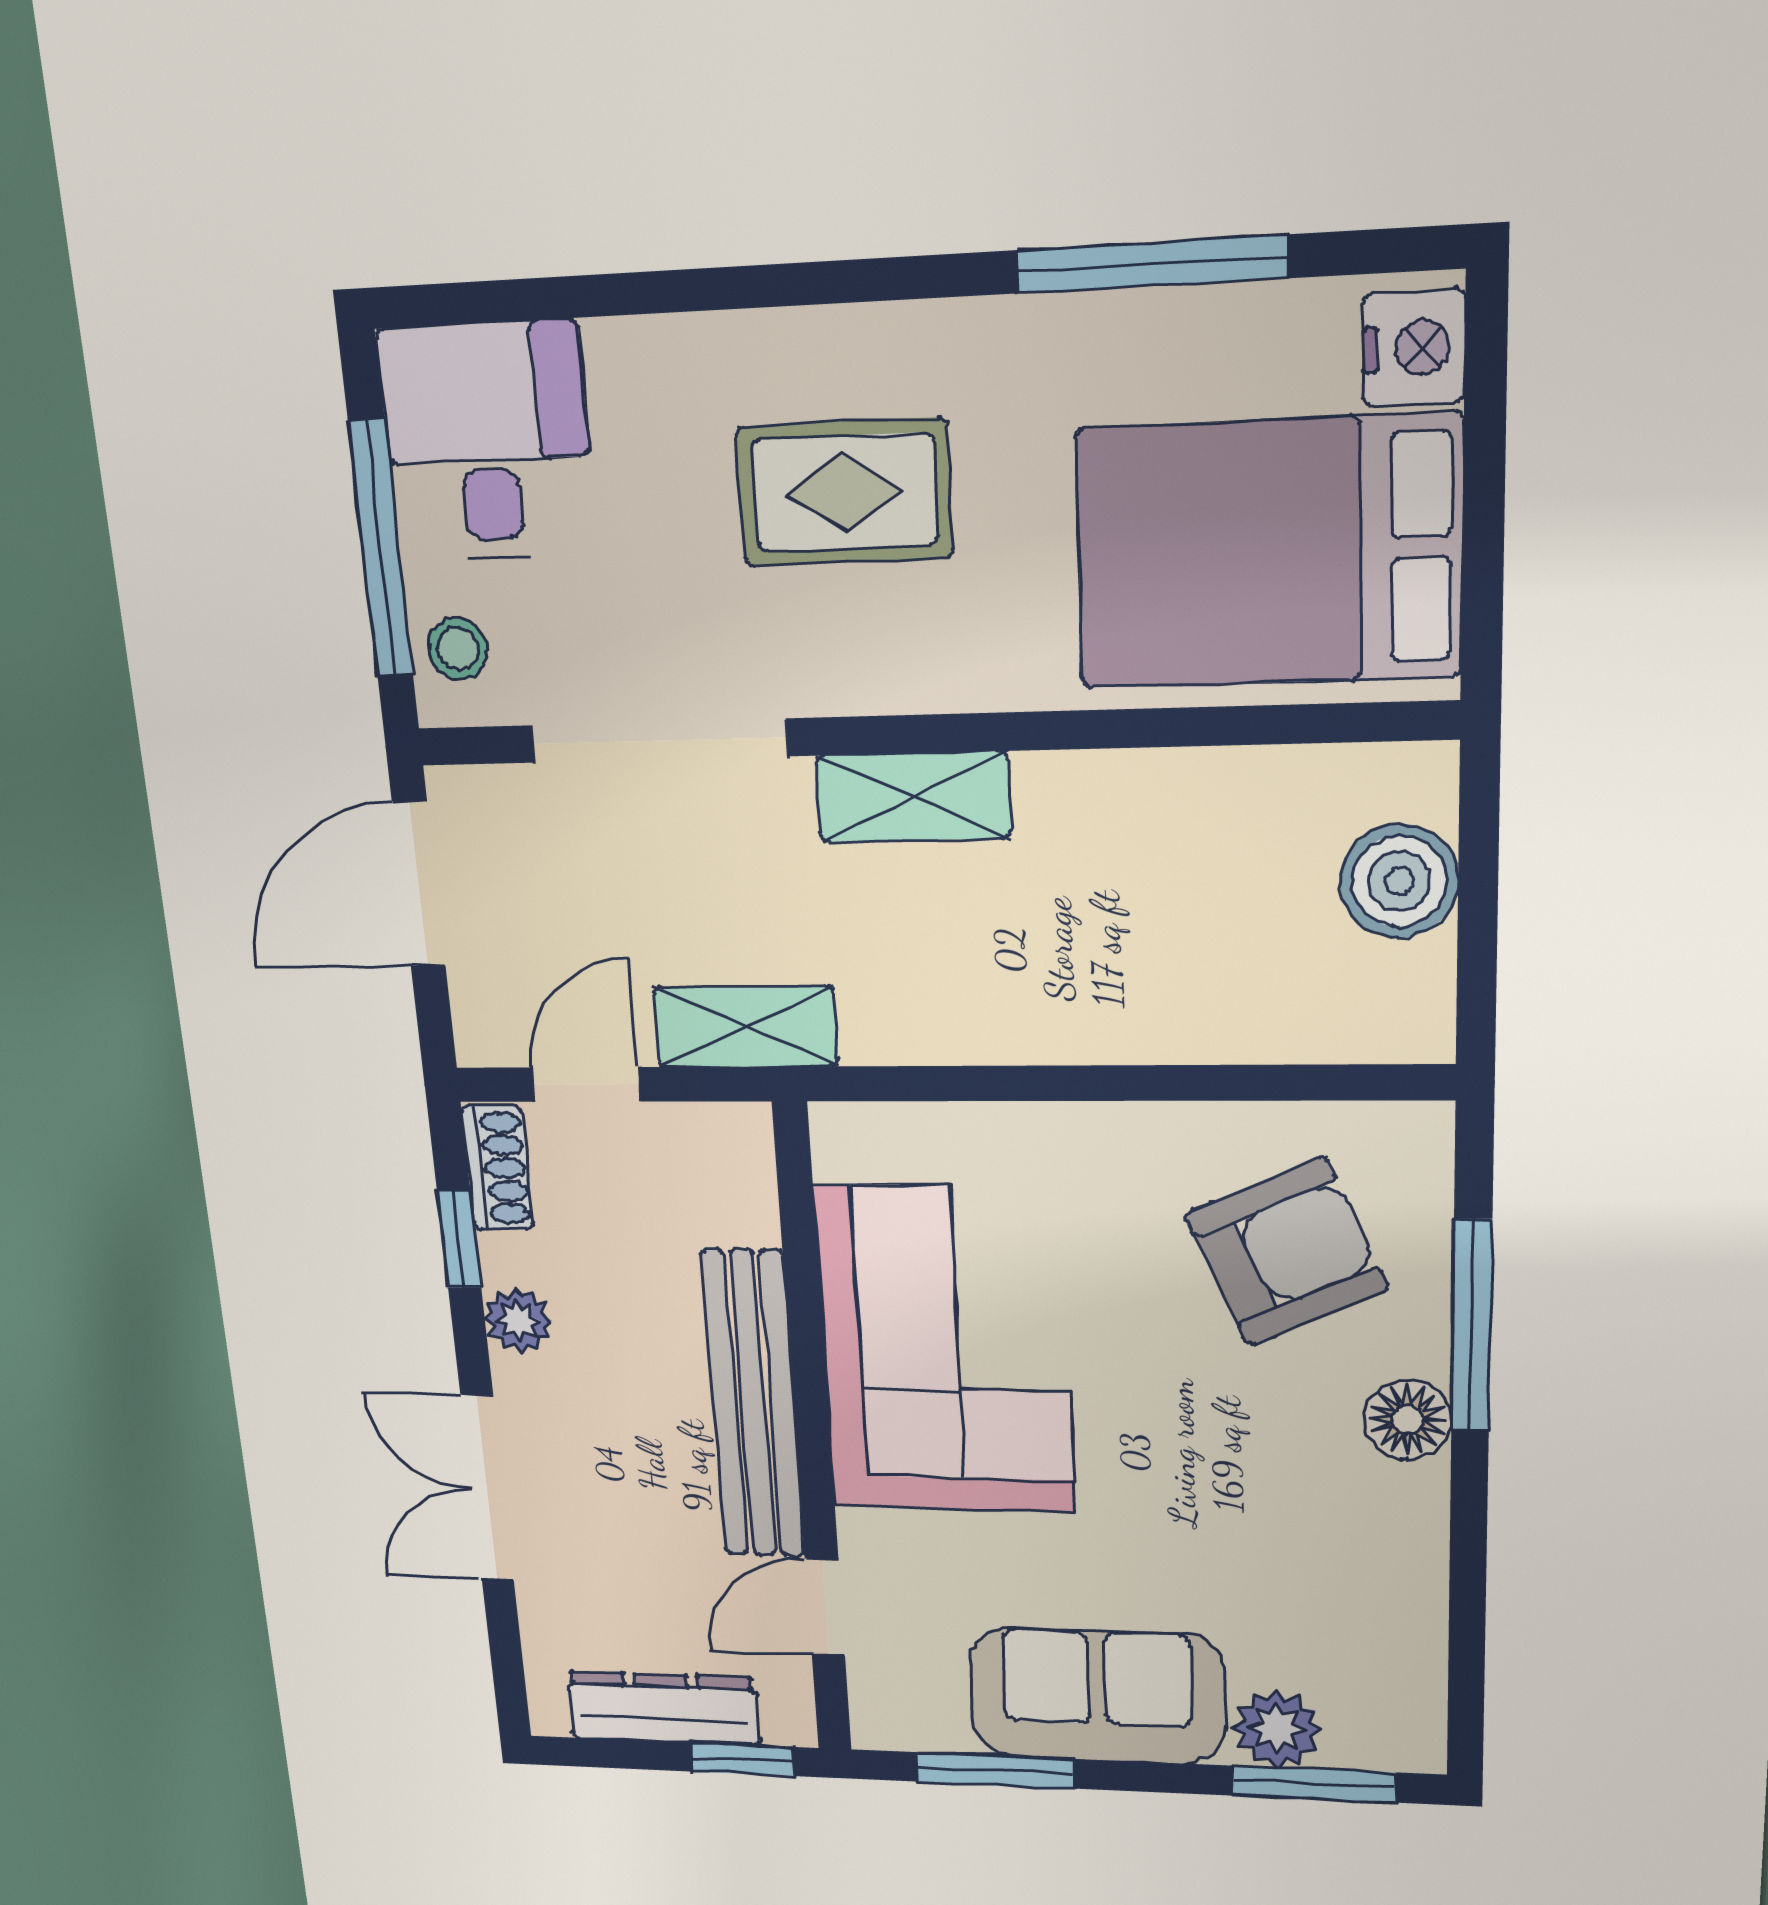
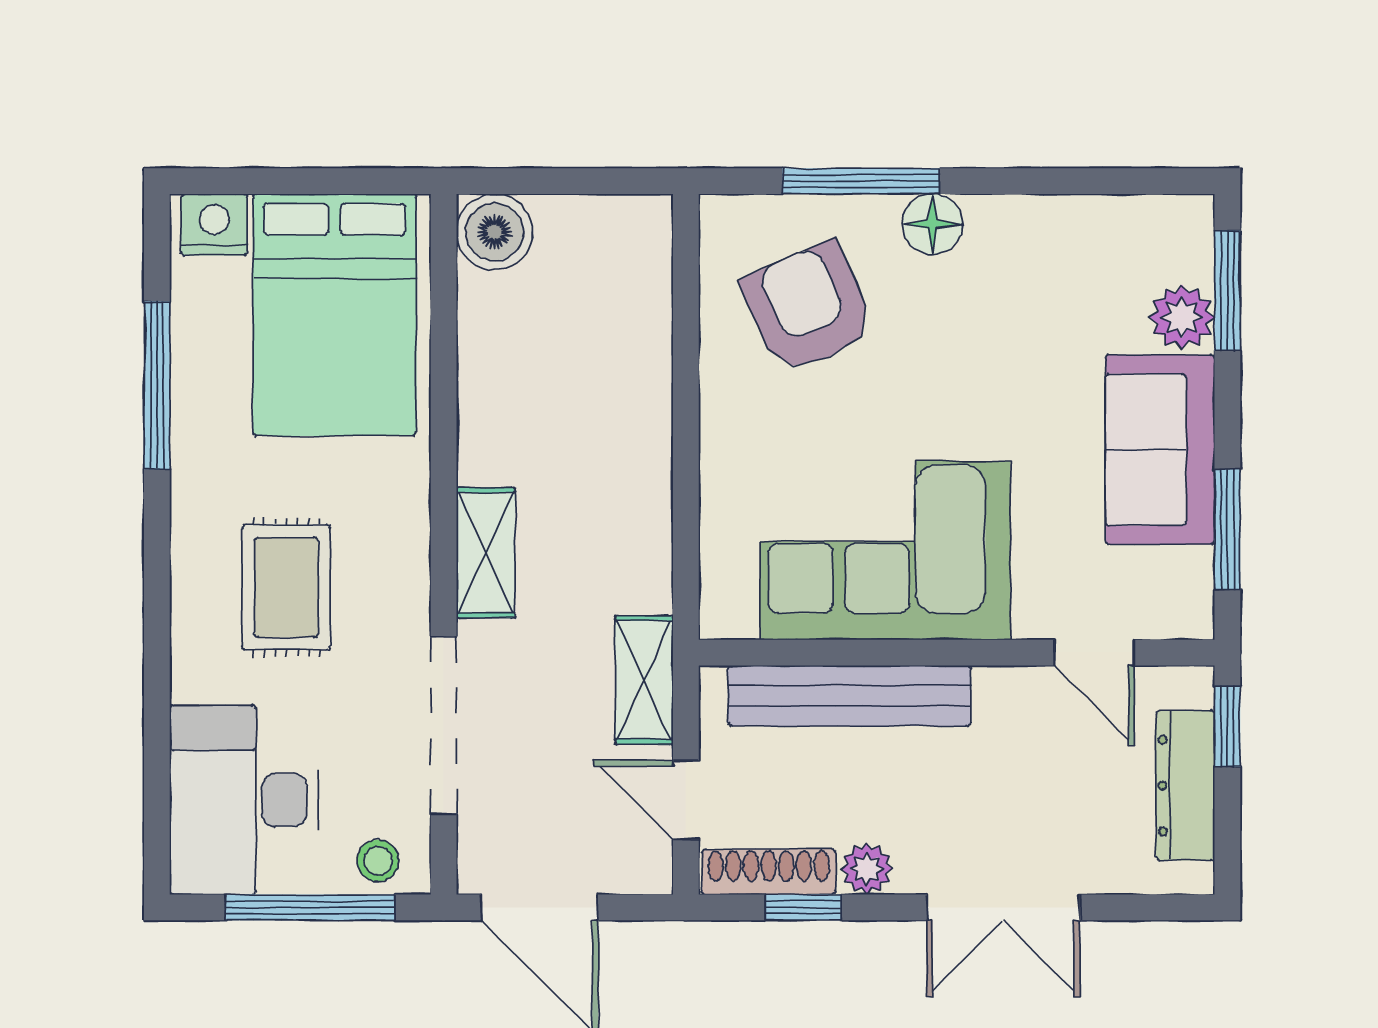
desk: (487, 442) -> (244, 800), width x1.37
boiler: (1399, 881) -> (494, 232), moved
shoe rack: (498, 1168) -> (769, 872), width x1.43
bench: (754, 1405) -> (849, 696), moved

